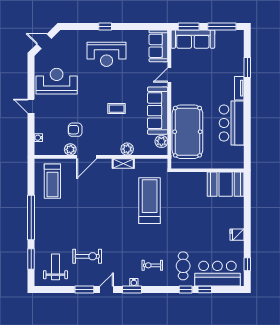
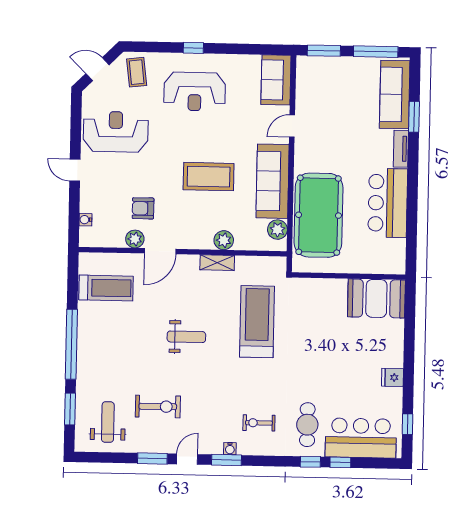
sofa: (193, 39) -> (395, 95), moved, turned 90
coffee table: (69, 43) -> (137, 72), added
coffee table: (117, 109) -> (209, 177), width x1.86, depth x1.72
treadmill: (52, 181) -> (106, 288), turned -90
weight bench: (105, 211) -> (186, 337), added

